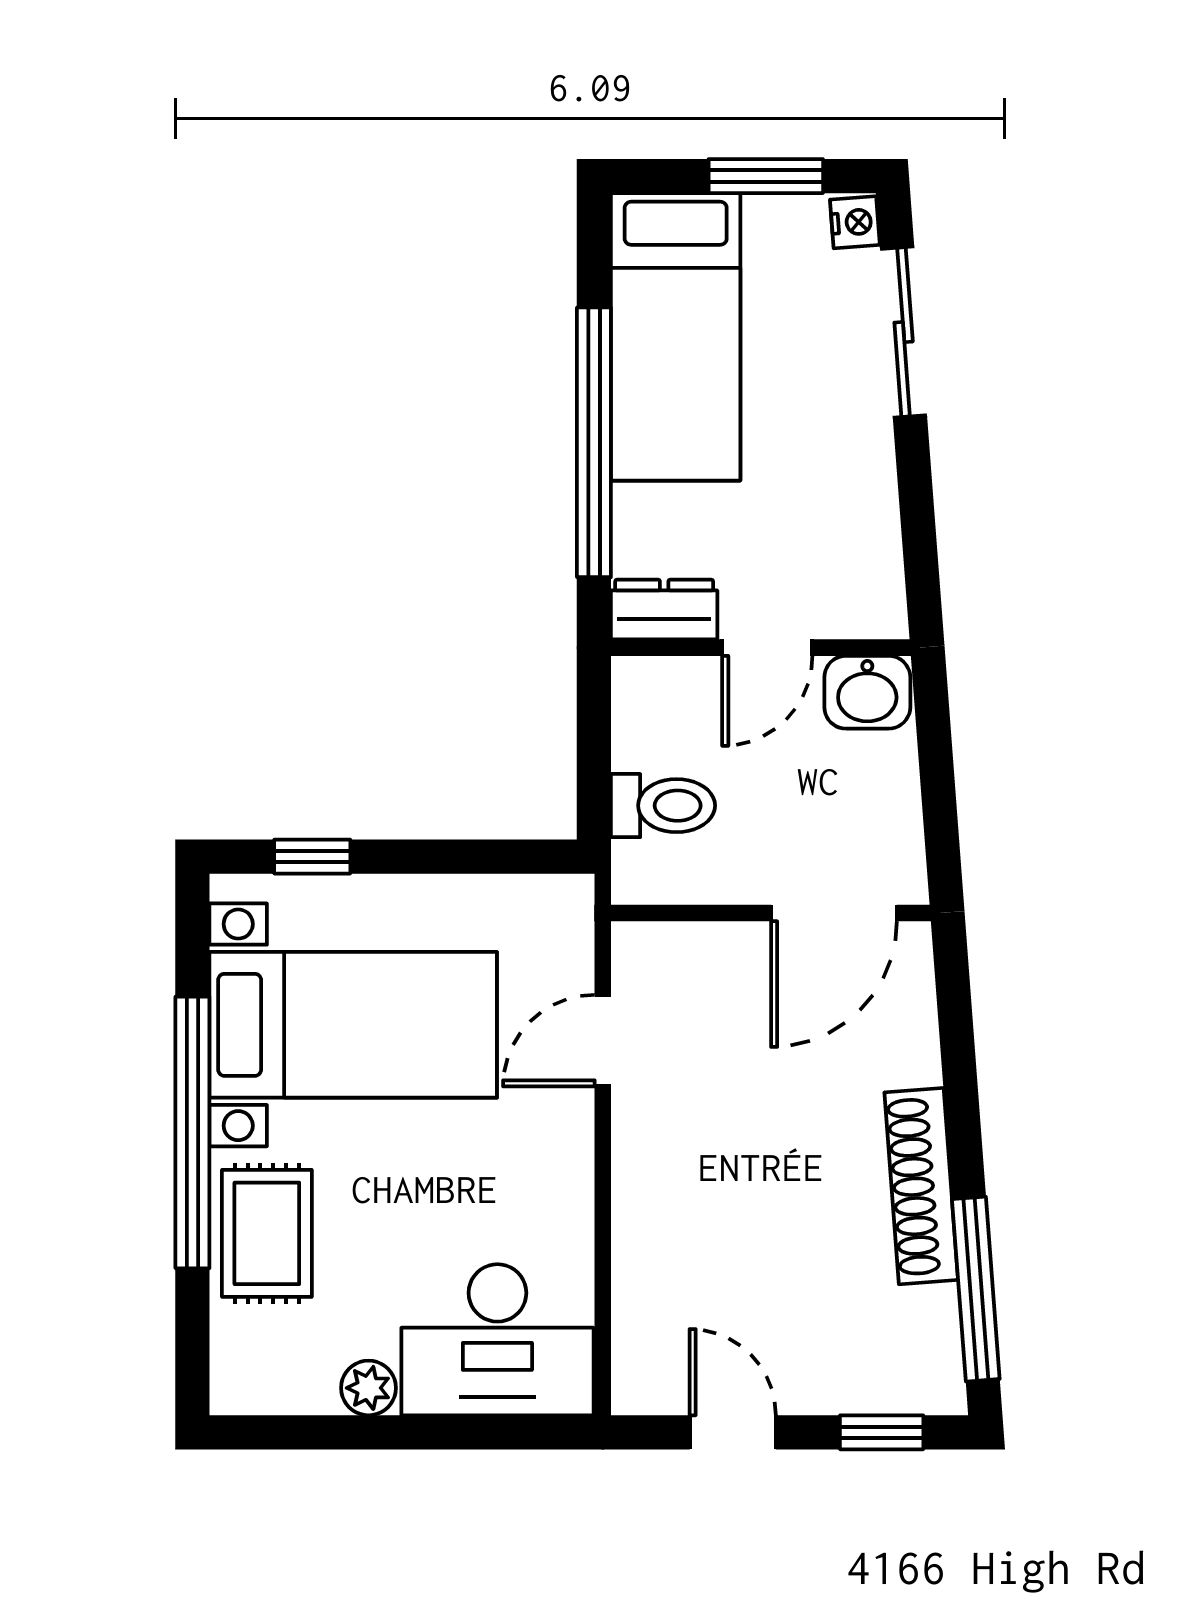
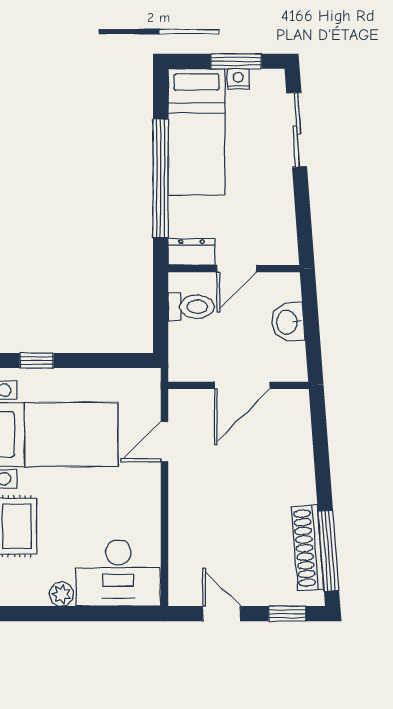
nightstand: (855, 222) -> (238, 79), moved, turned -86
washbasin: (867, 692) -> (288, 322), moved, turned 86
toilet: (663, 806) -> (191, 307), moved
door: (834, 913) -> (242, 385), moved
shoe rack: (921, 1186) -> (308, 548), moved

